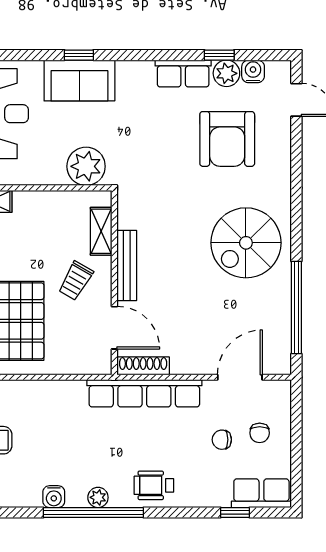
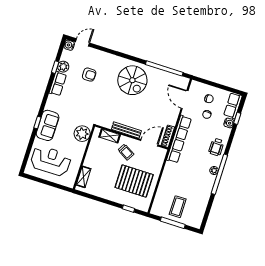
water cooler: (253, 71) -> (69, 45), moved
armchair: (227, 139) -> (89, 75), width x0.53, depth x0.53
water cooler: (54, 497) -> (229, 123), moved

